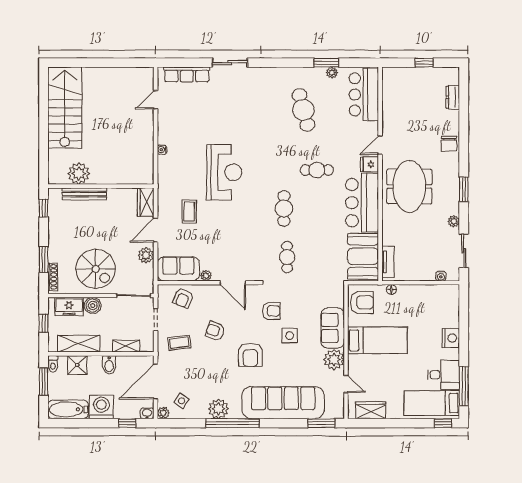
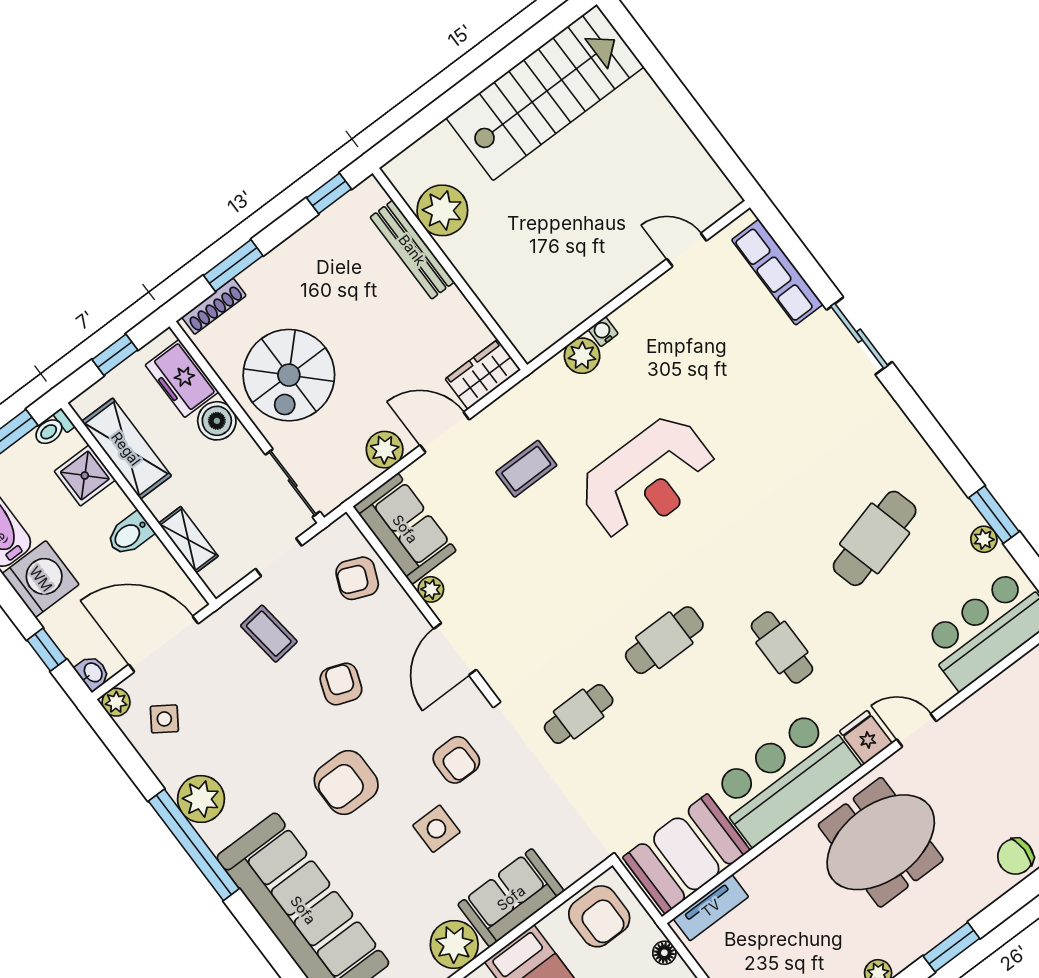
plant: (165, 163) -> (582, 356), added

